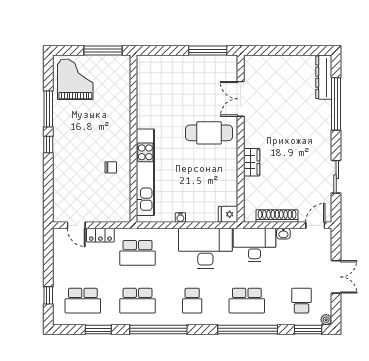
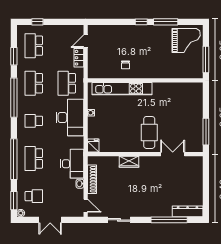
desk: (205, 248) -> (70, 118), moved

